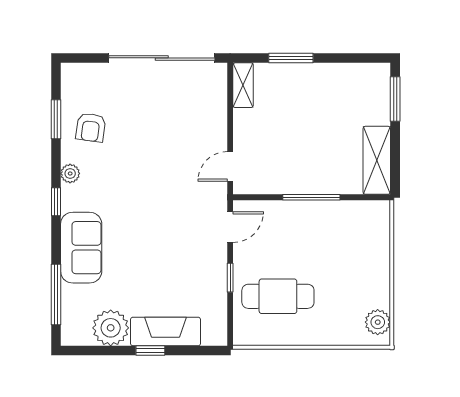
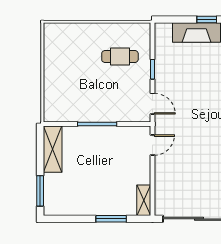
door: (230, 227) -> (152, 104), swing flipped
cafe table: (278, 296) -> (120, 57), width x0.73, depth x0.74
plant: (378, 322) -> (52, 39), removed

